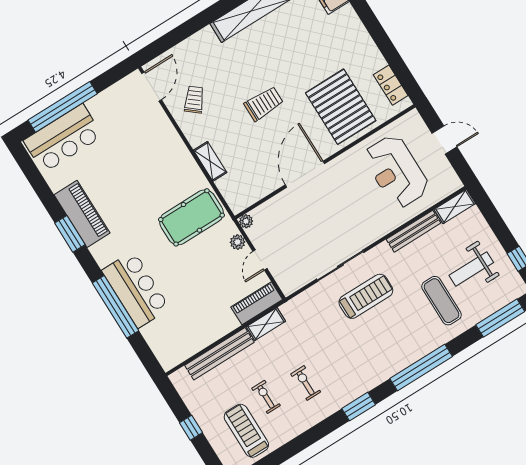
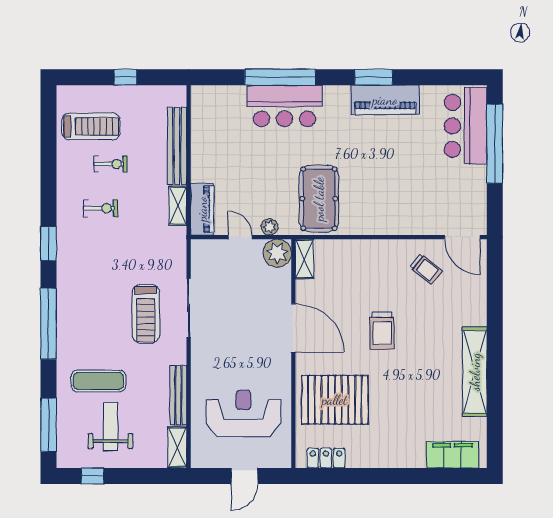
shelving: (210, 161) -> (304, 259), moved, turned 90
plant: (246, 221) -> (277, 253), width x1.88, depth x1.88

